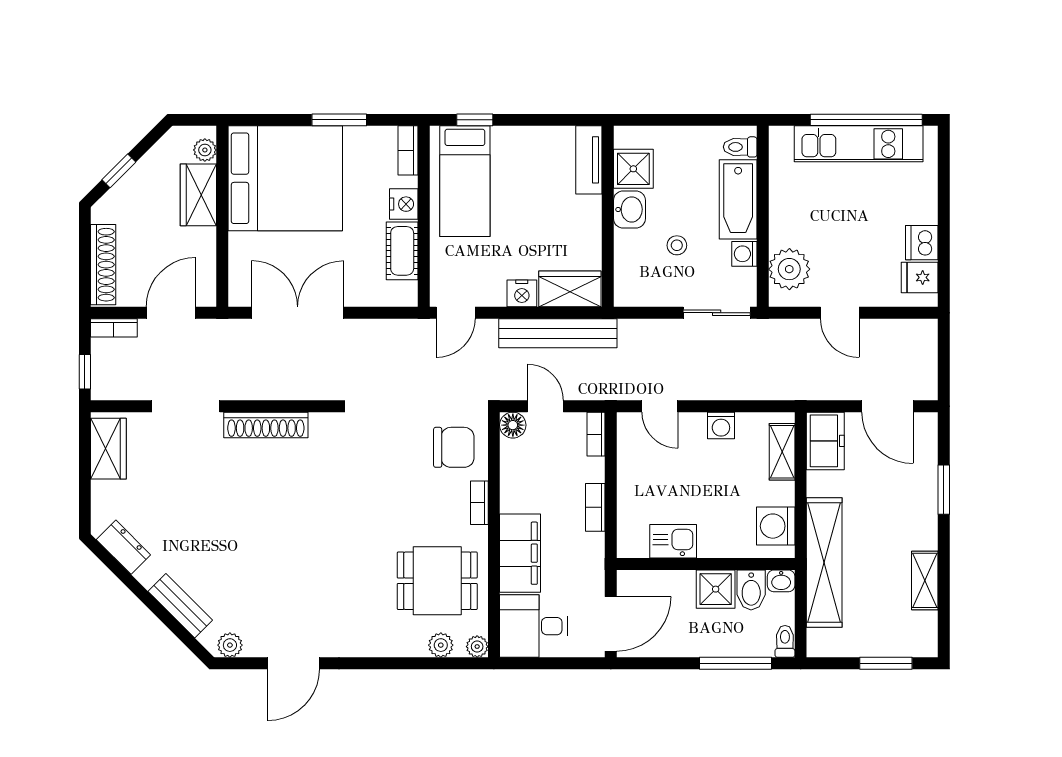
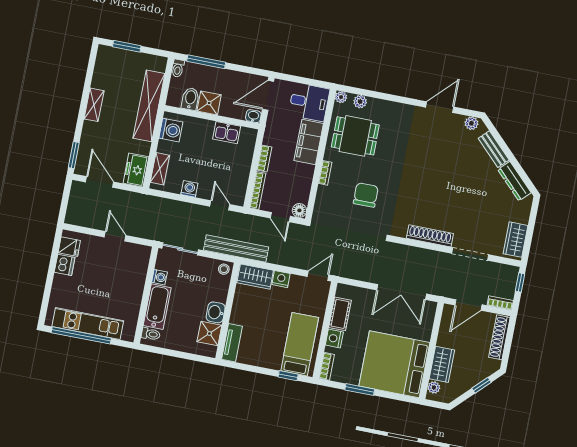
stool: (677, 245) -> (224, 269), moved
plant: (789, 269) -> (137, 264), removed
bench: (558, 333) -> (236, 249), moved
bookcase: (596, 434) -> (258, 191), width x1.56
chair: (454, 447) -> (366, 195), moved, turned 90
window: (944, 490) -> (74, 155), moved
dresser: (123, 547) -> (514, 181), width x1.44
shelving: (925, 580) -> (94, 105), moved
washbasin: (781, 581) -> (253, 116), moved

